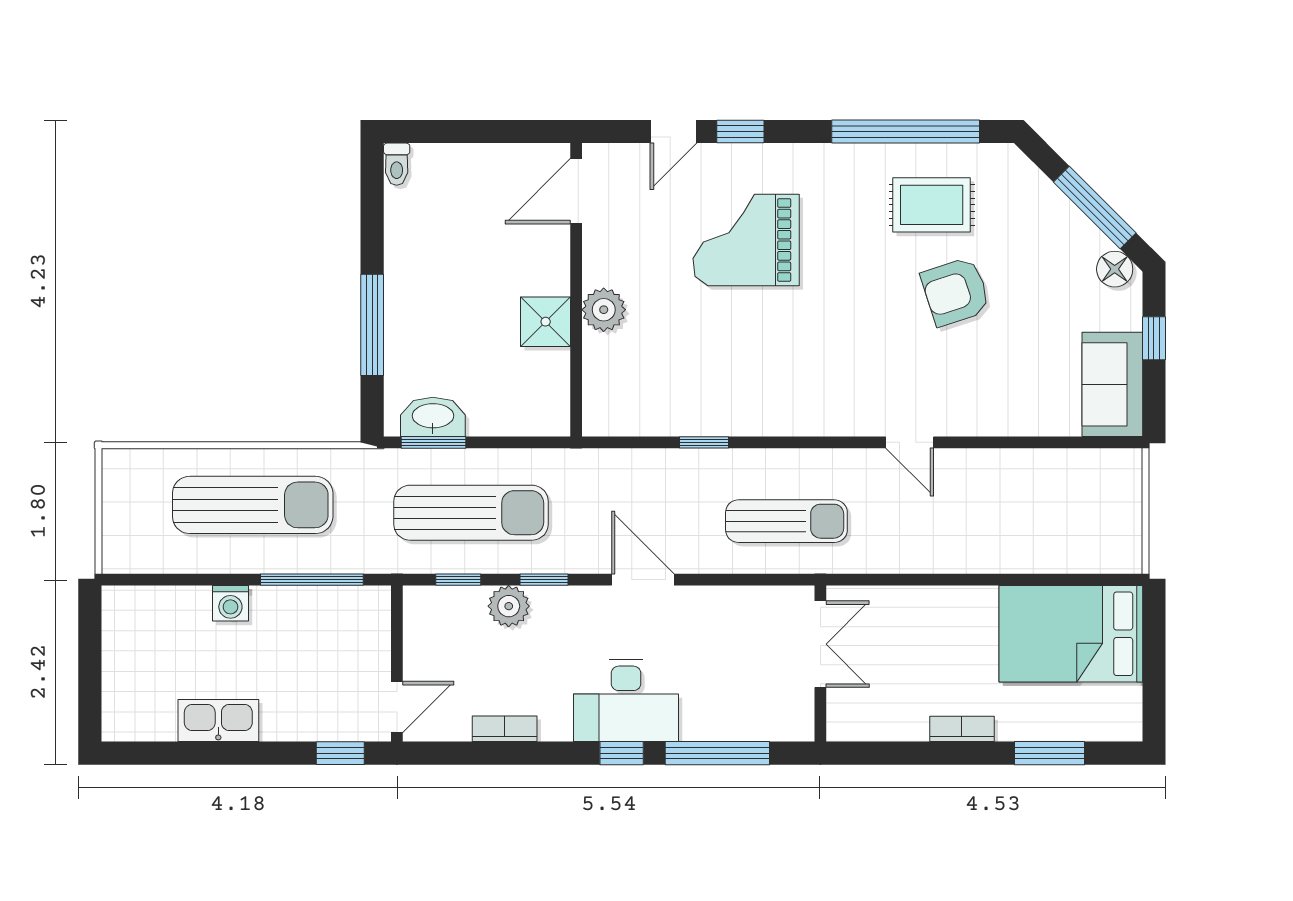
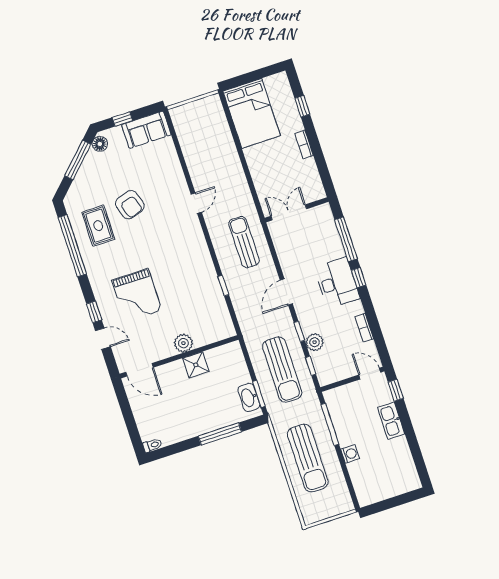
sun lounger: (253, 505) -> (308, 458), turned 180
sun lounger: (471, 513) -> (282, 370), turned 180
kitchen sink: (218, 720) -> (391, 421), moved
window: (1050, 753) -> (302, 106), width x0.67

